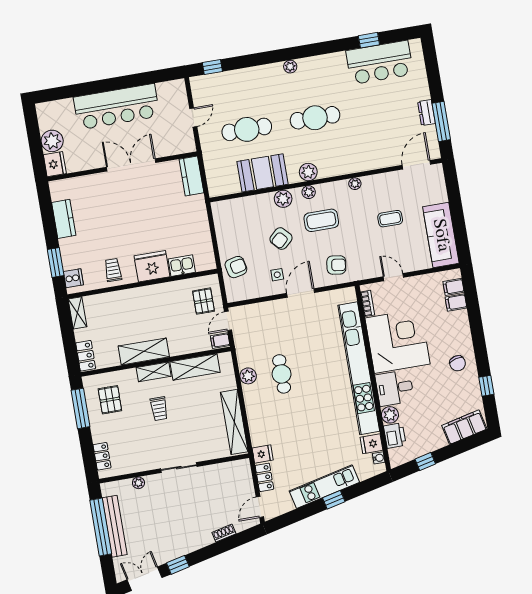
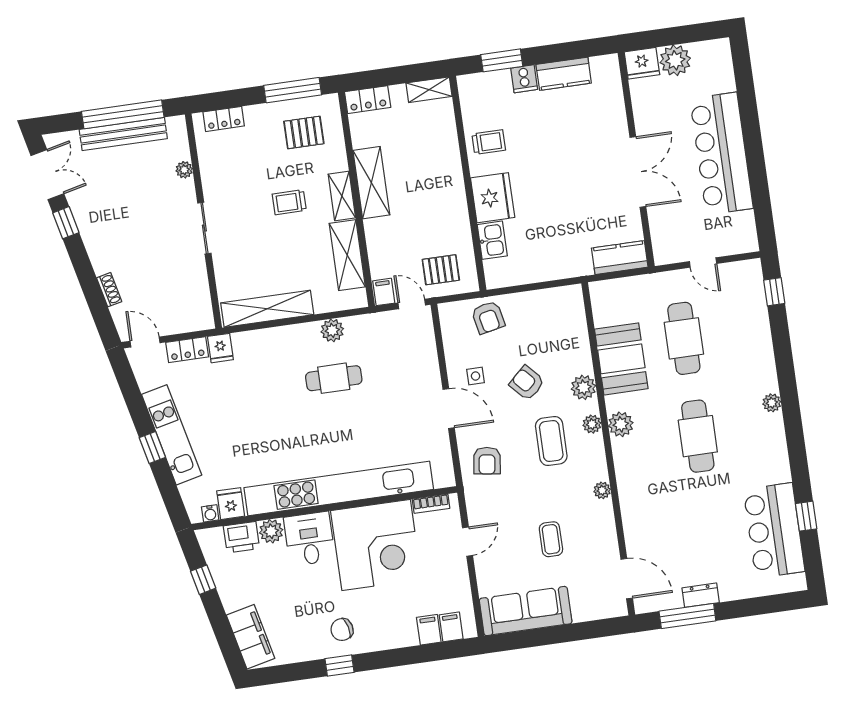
cooker: (73, 278) -> (524, 79), moved
window: (486, 386) -> (340, 666), moved

